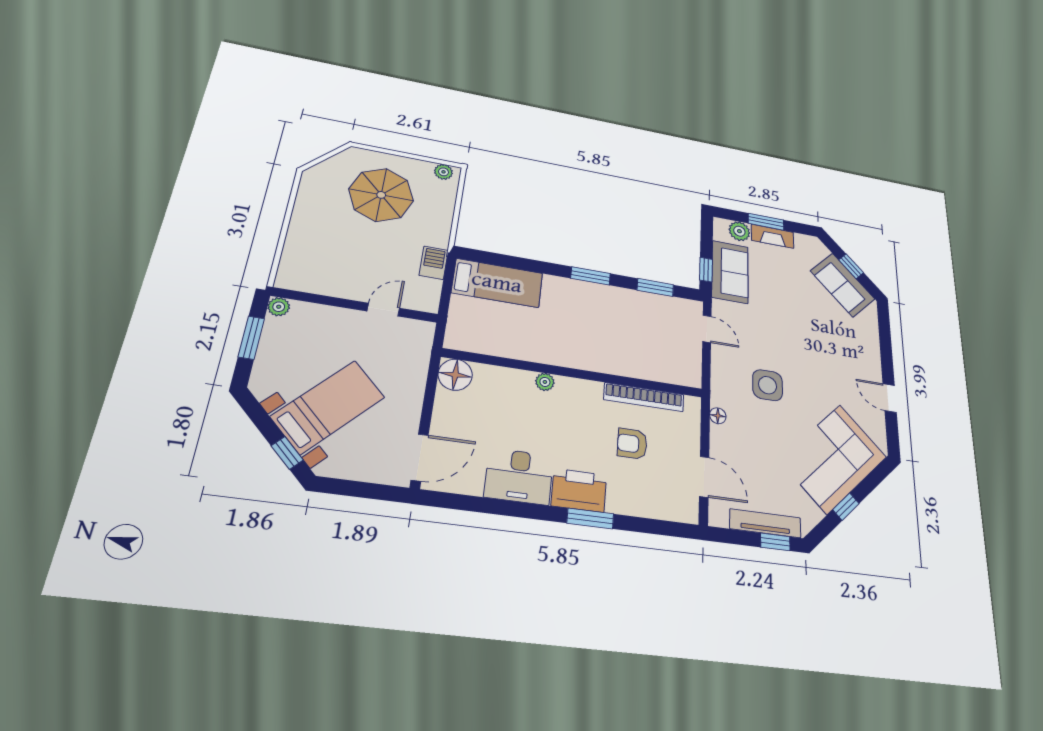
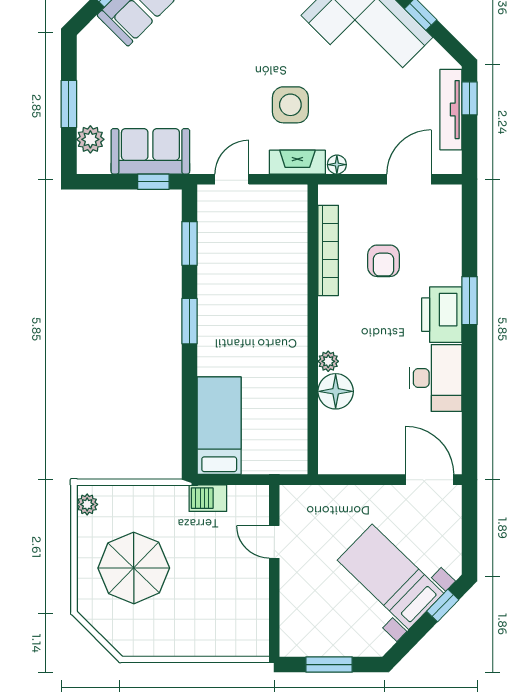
fireplace: (773, 236) -> (297, 162), moved, turned -90
plant: (279, 307) -> (290, 646), removed
floor lamp: (455, 375) -> (336, 391), moved

